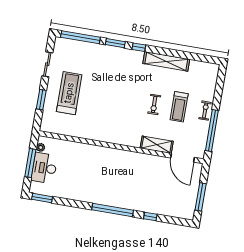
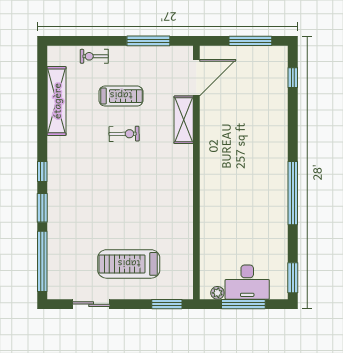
shelving: (166, 61) -> (57, 101), moved
window: (41, 100) -> (167, 304), moved
exercise bike: (205, 111) -> (94, 56), moved
window: (212, 131) -> (148, 41), width x0.68
window: (113, 210) -> (293, 193), moved
window: (150, 217) -> (293, 78), moved

